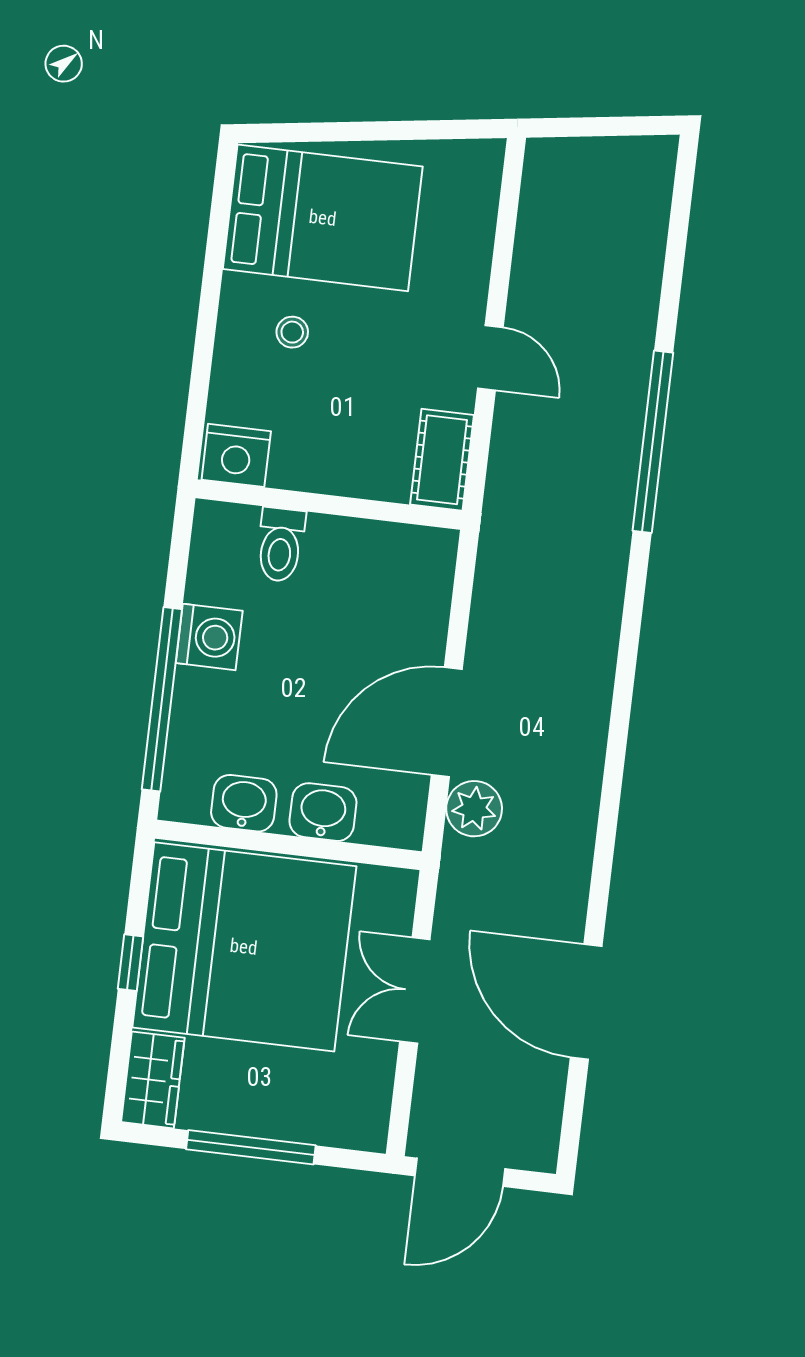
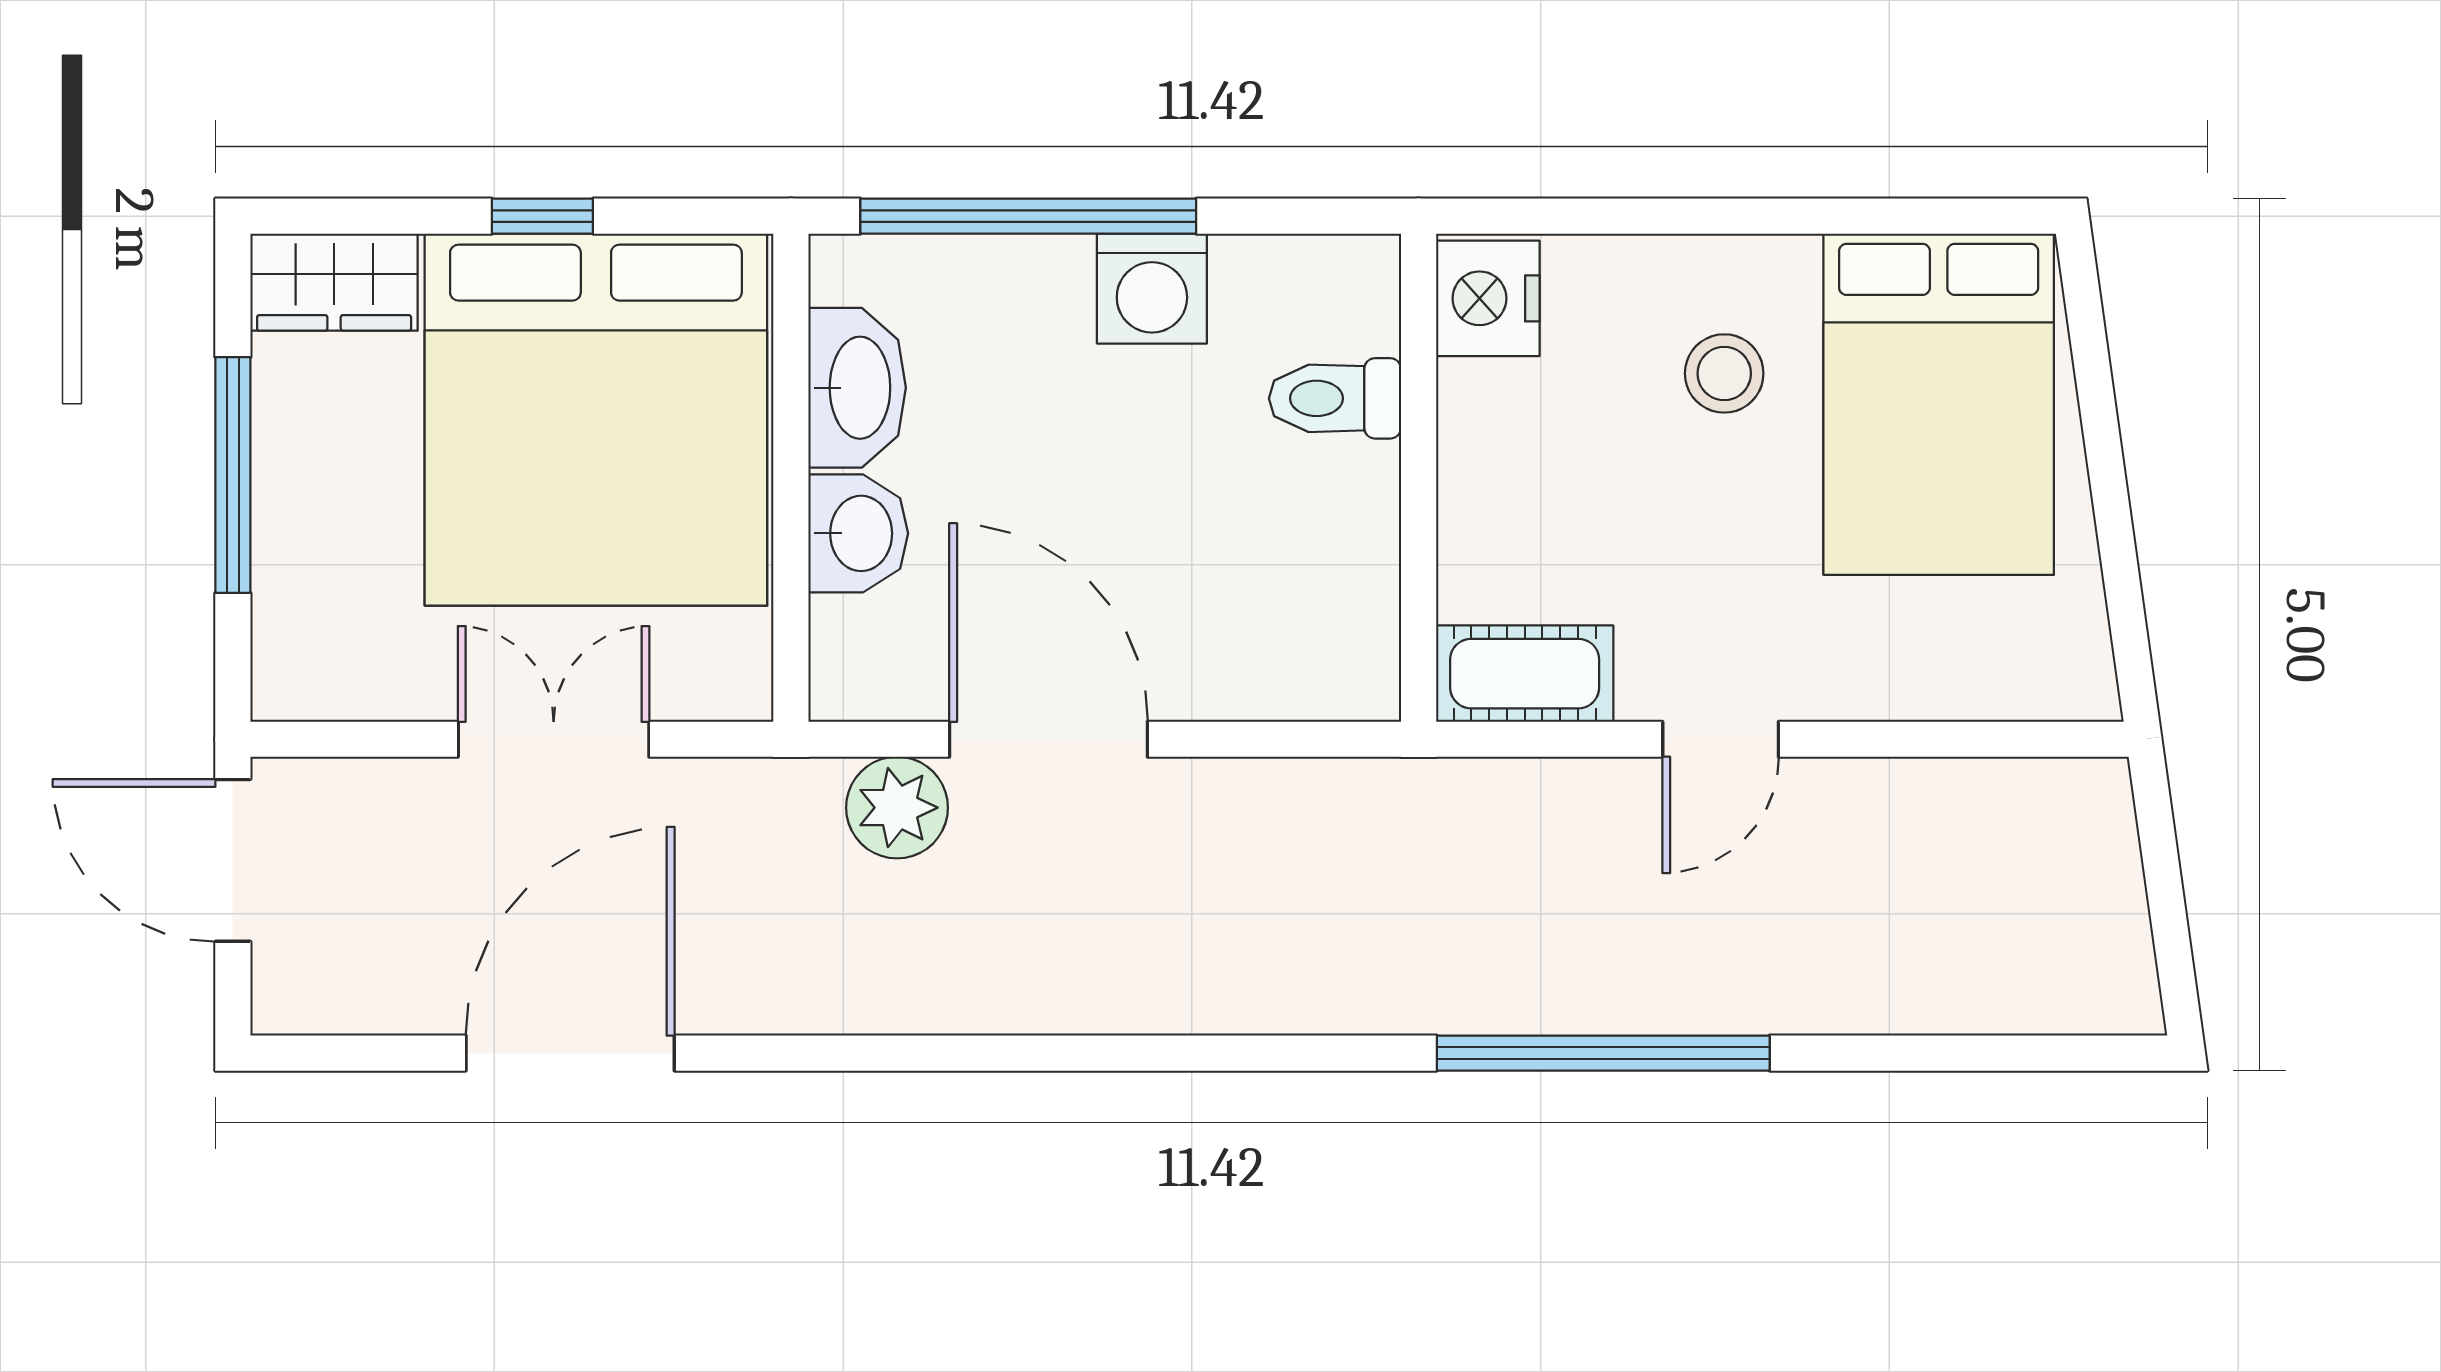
stool: (292, 332) -> (1724, 373), width x1.37, depth x1.37
washbasin: (244, 803) -> (857, 388), width x1.38

